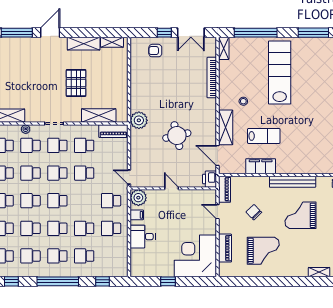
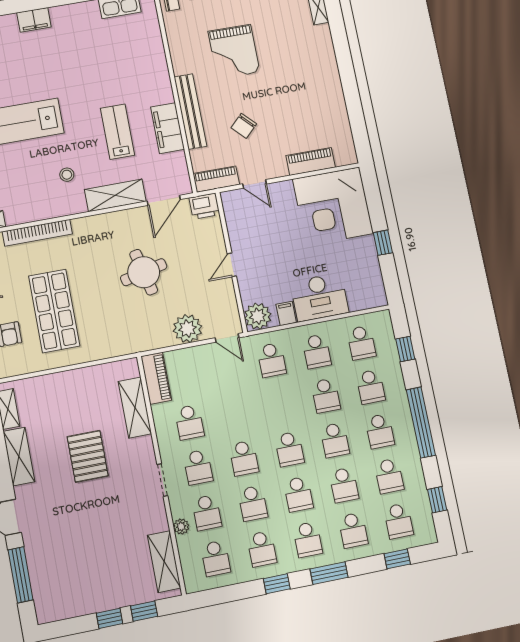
shop shelf: (164, 79) -> (54, 311), added
pallet: (76, 83) -> (88, 456), turned 90
plant: (139, 120) -> (188, 329), moved
school desk: (84, 173) -> (361, 343), moved
door: (129, 177) -> (227, 338), hinge flipped
bench: (293, 182) -> (190, 111), moved
door: (218, 212) -> (255, 184), hinge flipped
desk: (143, 237) -> (319, 297), width x1.37
grand piano: (263, 251) -> (302, 100), removed

